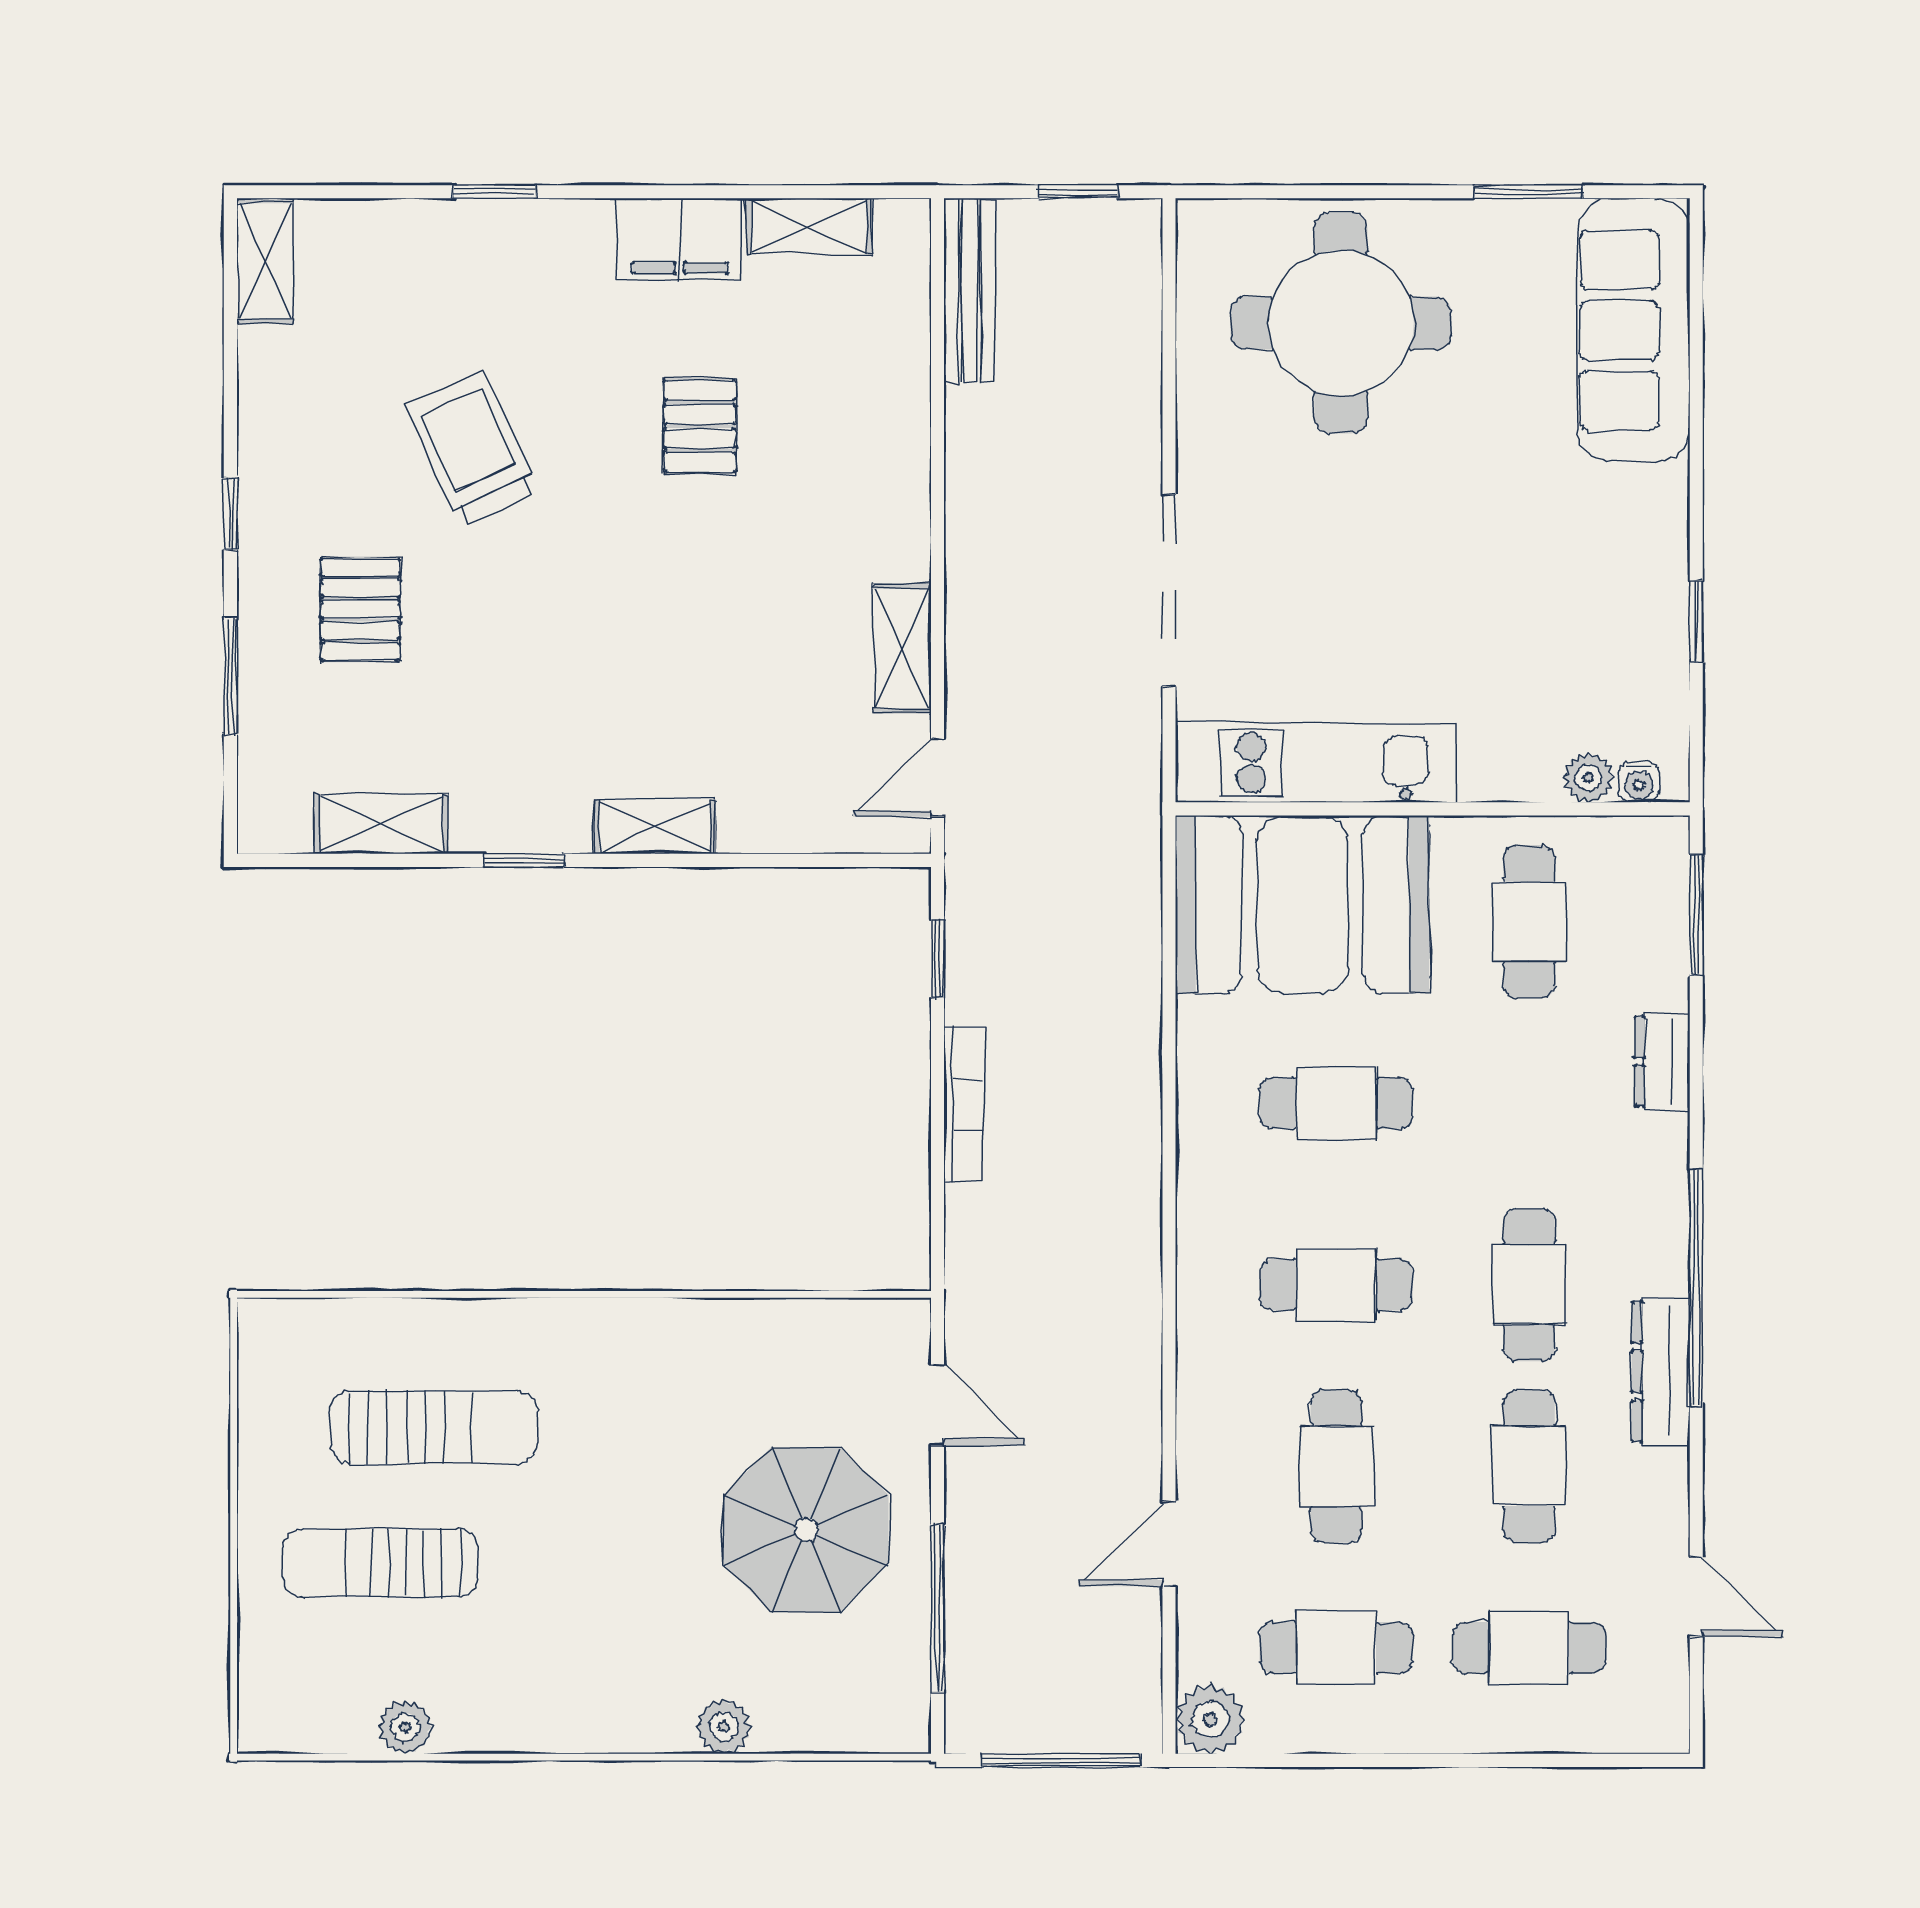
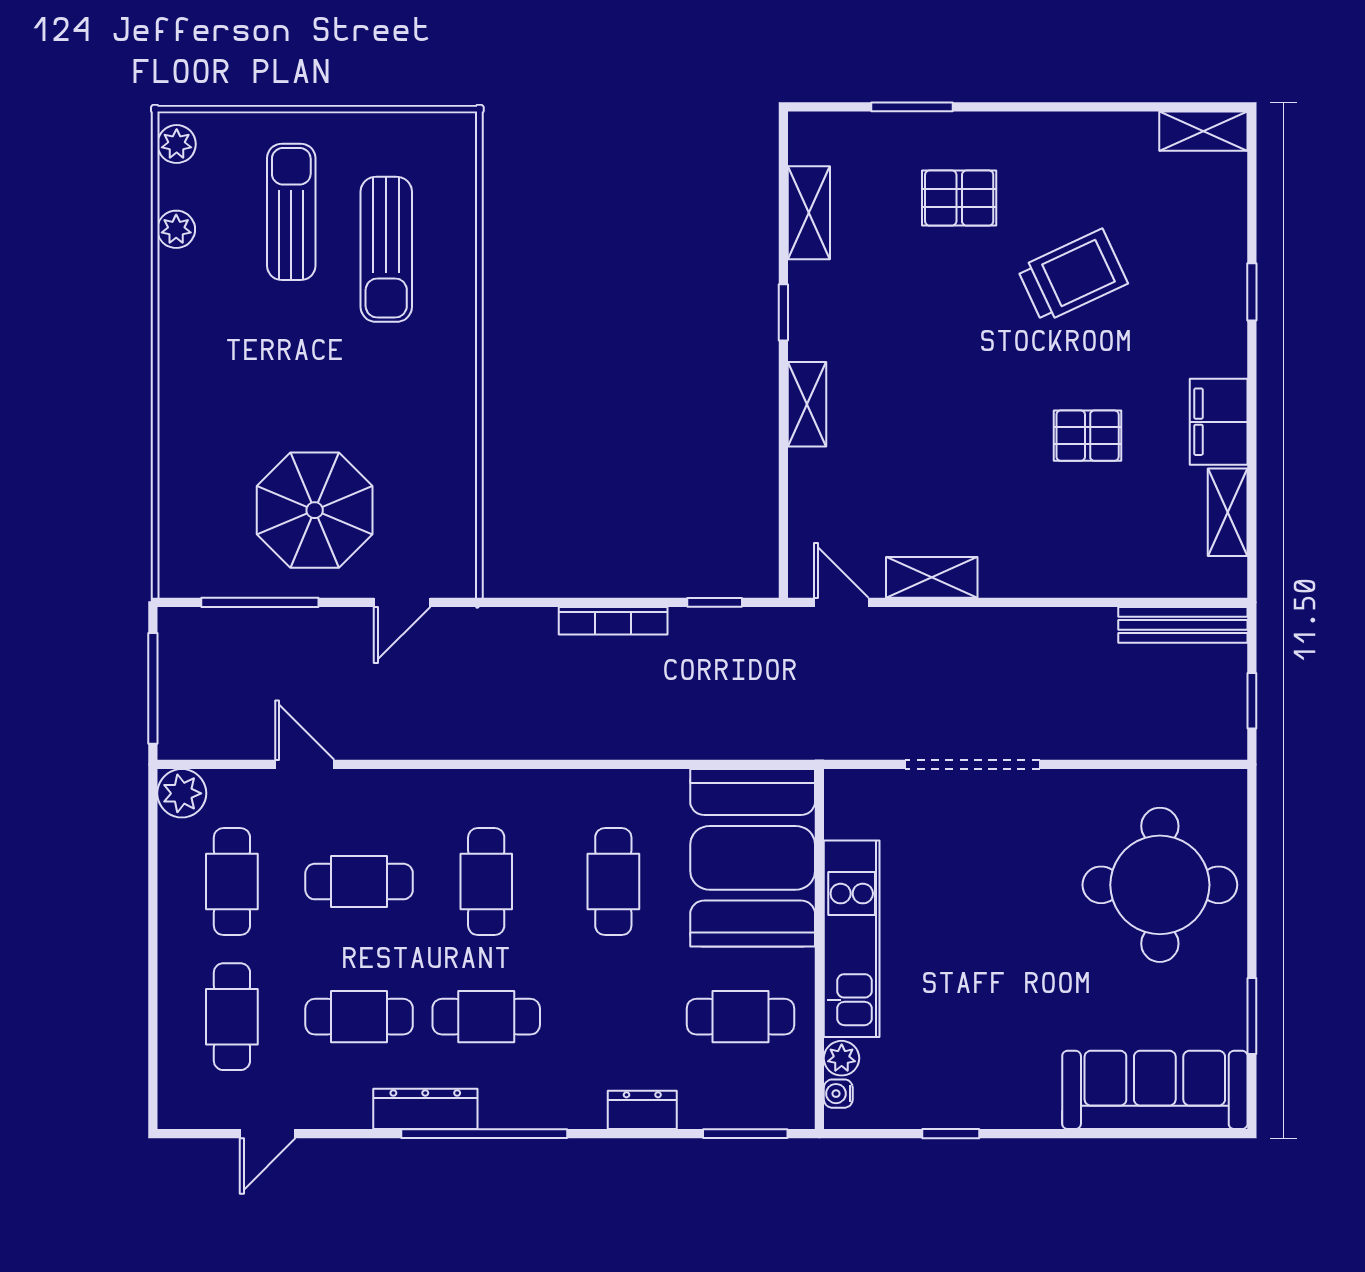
window: (230, 514) -> (1026, 107), removed
kitchen unit: (1316, 763) -> (852, 939), moved
plant: (724, 1727) -> (177, 144), moved

